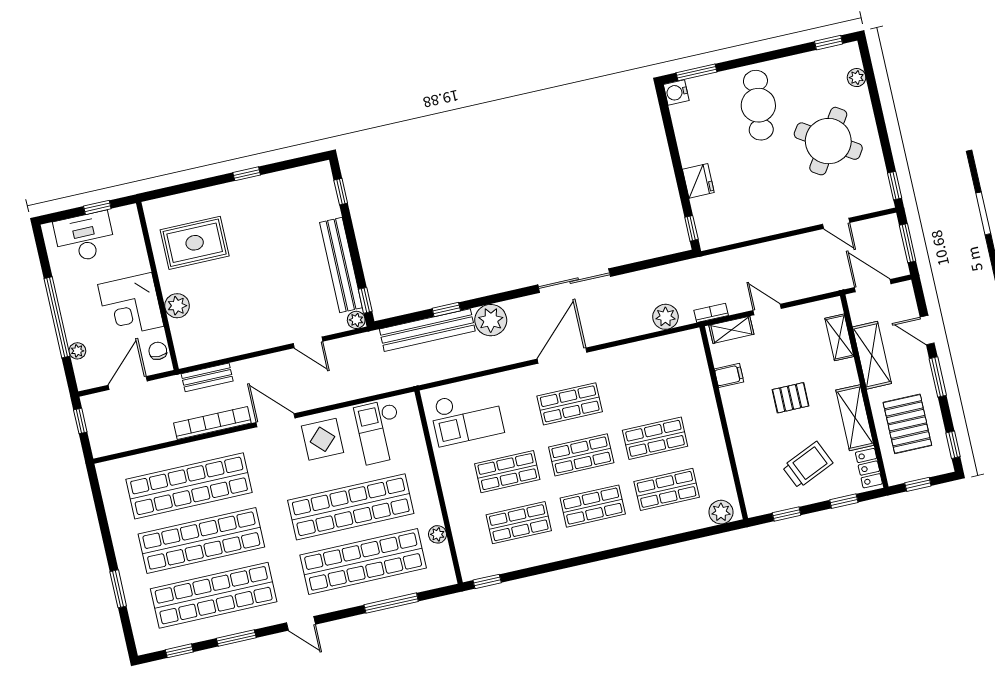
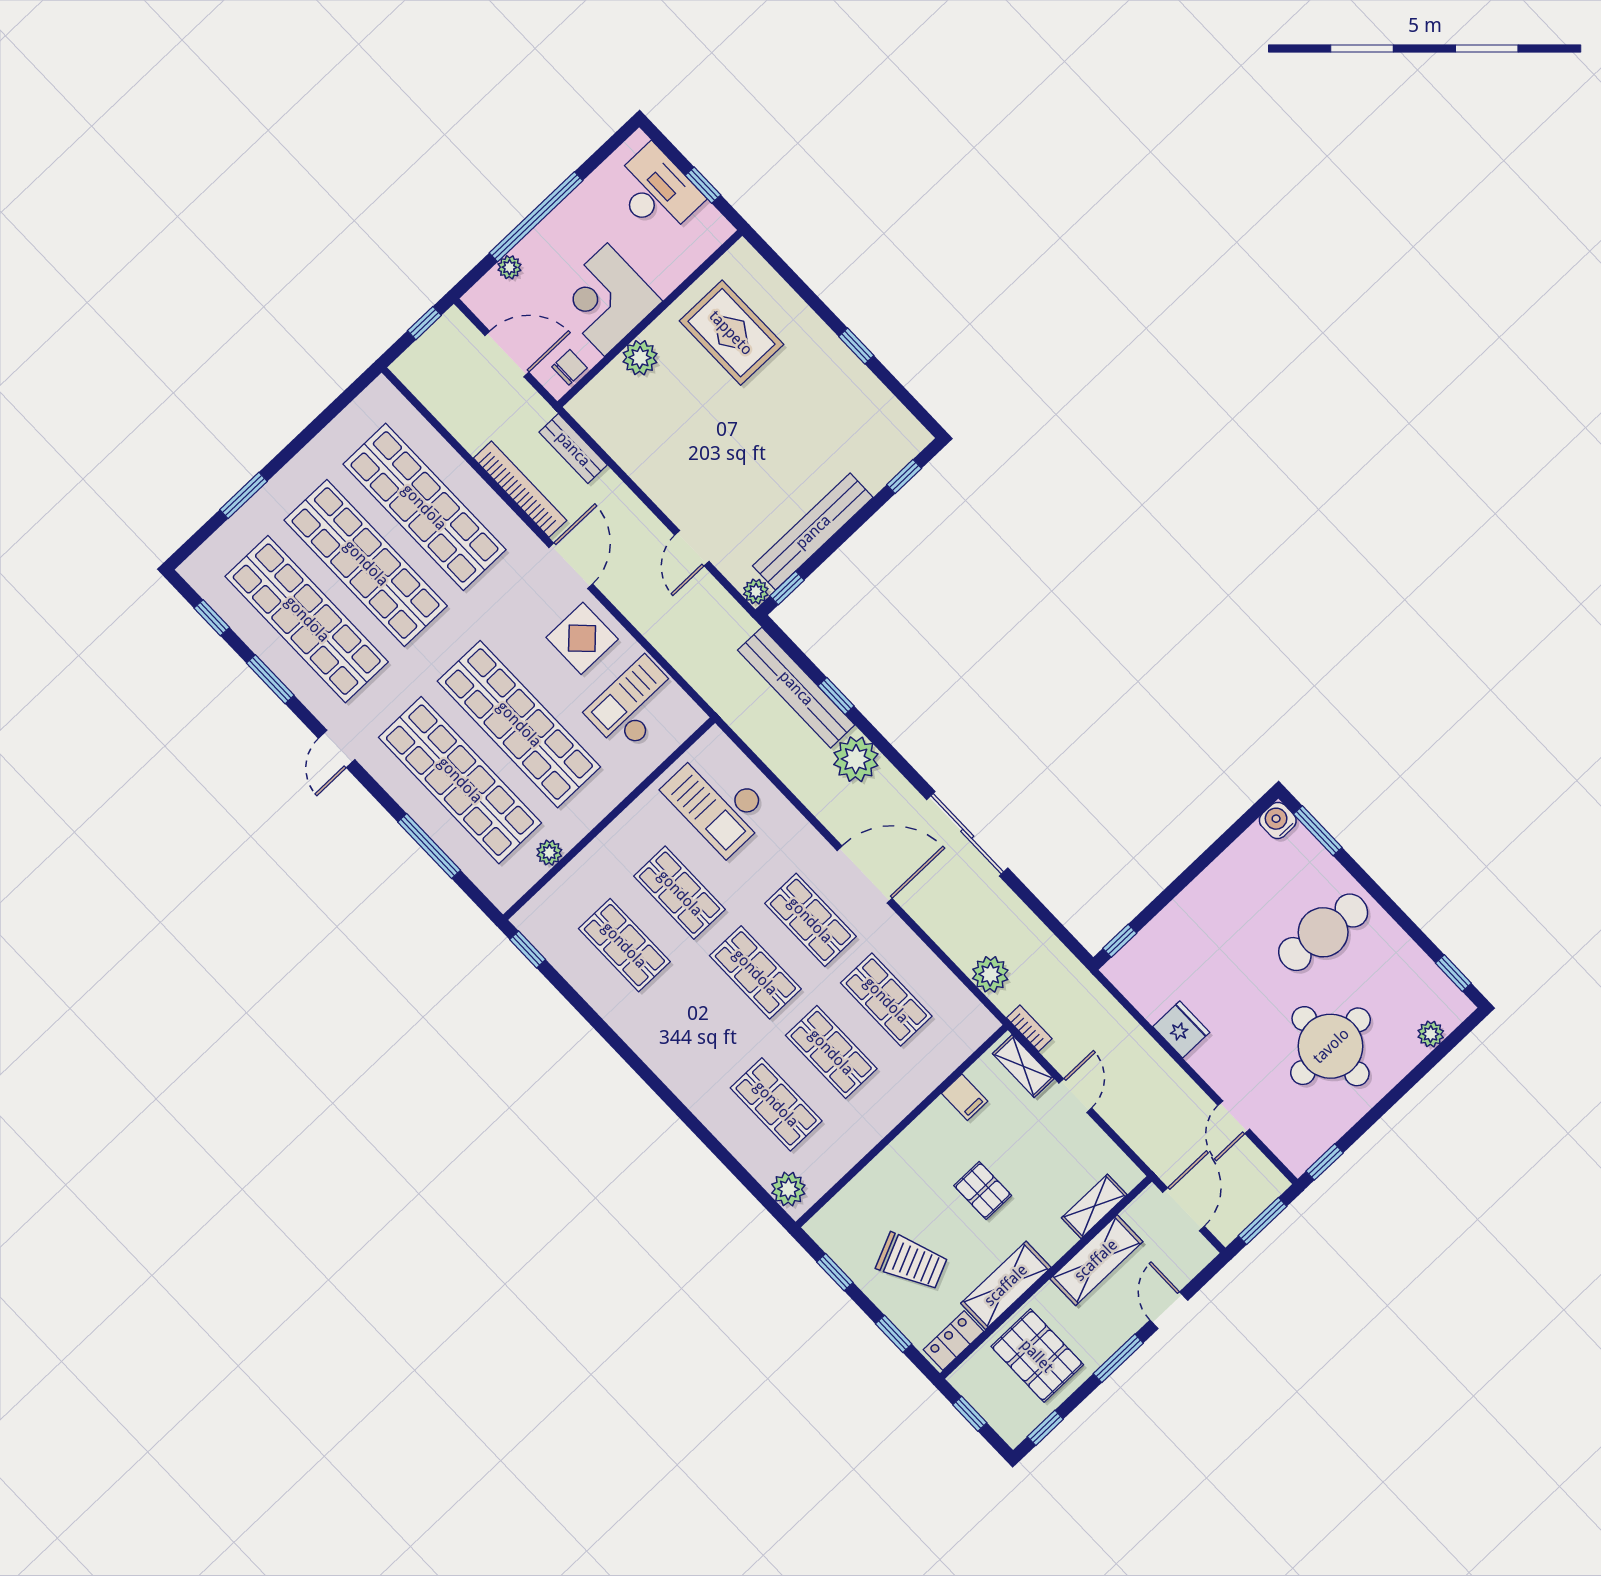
round table: (828, 141) -> (1331, 1046), turned -33
fridge: (698, 181) -> (1181, 1029), moved, turned -90
pallet: (907, 424) -> (1037, 1356), turned 90
shop shelf: (593, 506) -> (886, 1000), moved

